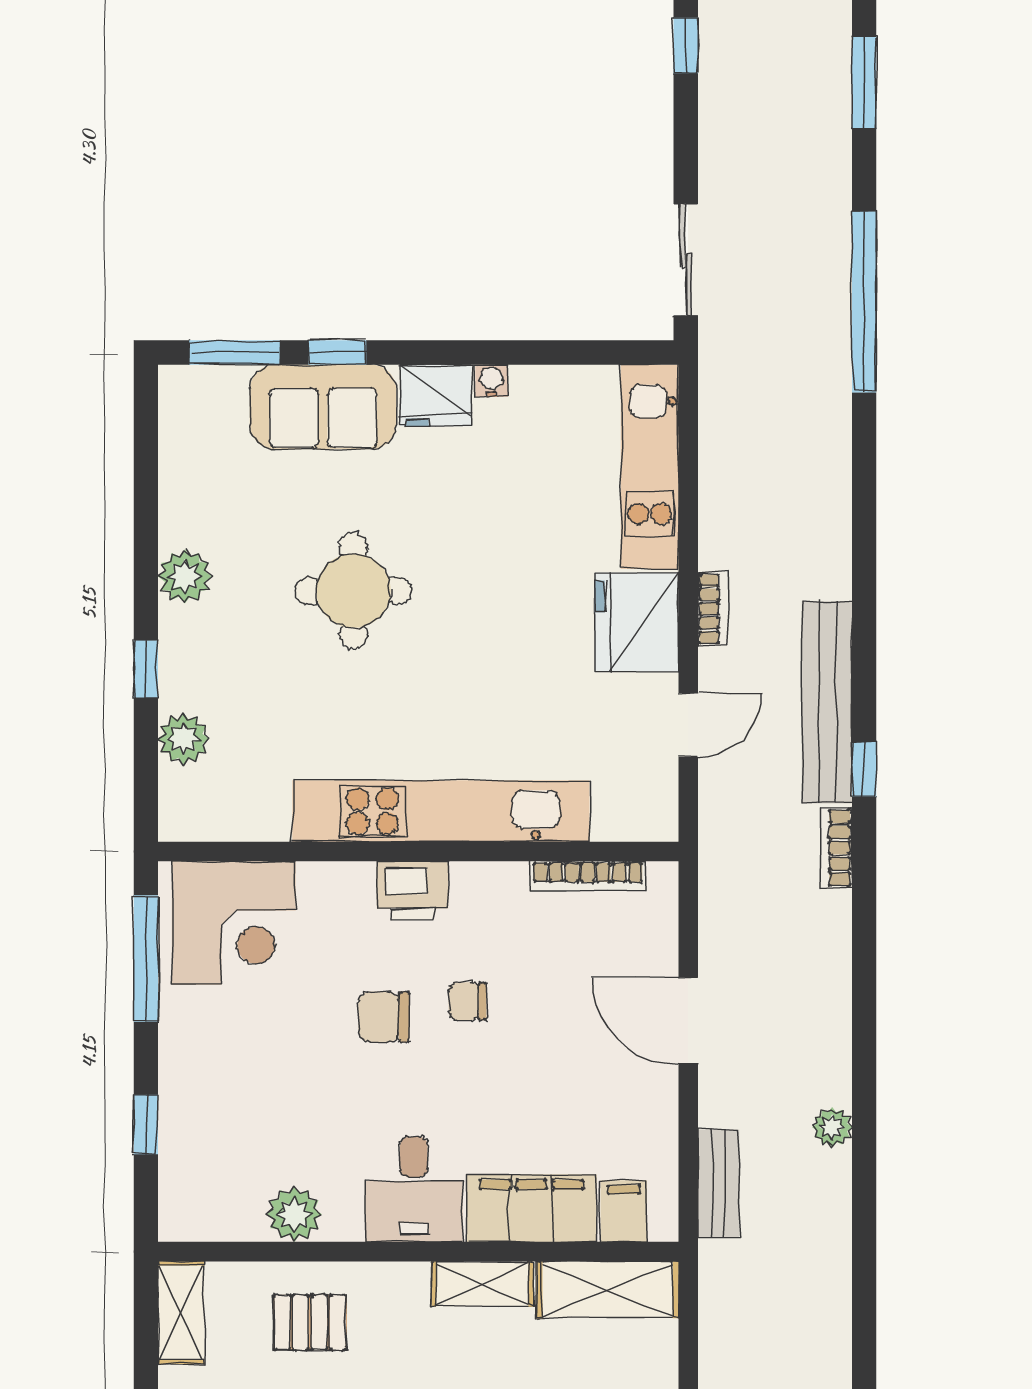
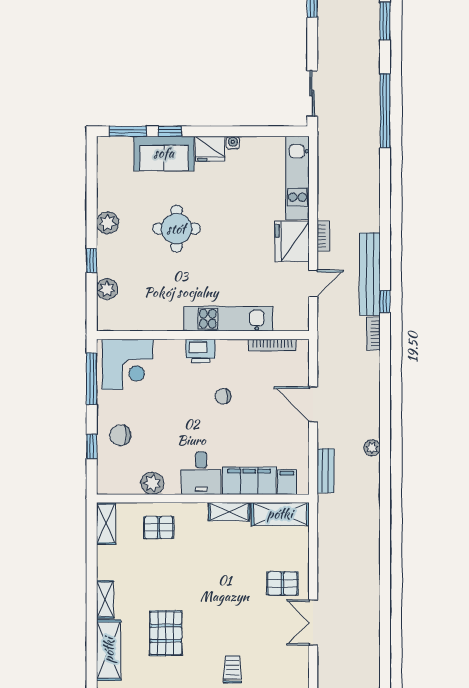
kitchen unit: (441, 811) -> (228, 319), width x0.73
chair: (384, 1017) -> (120, 435), moved

